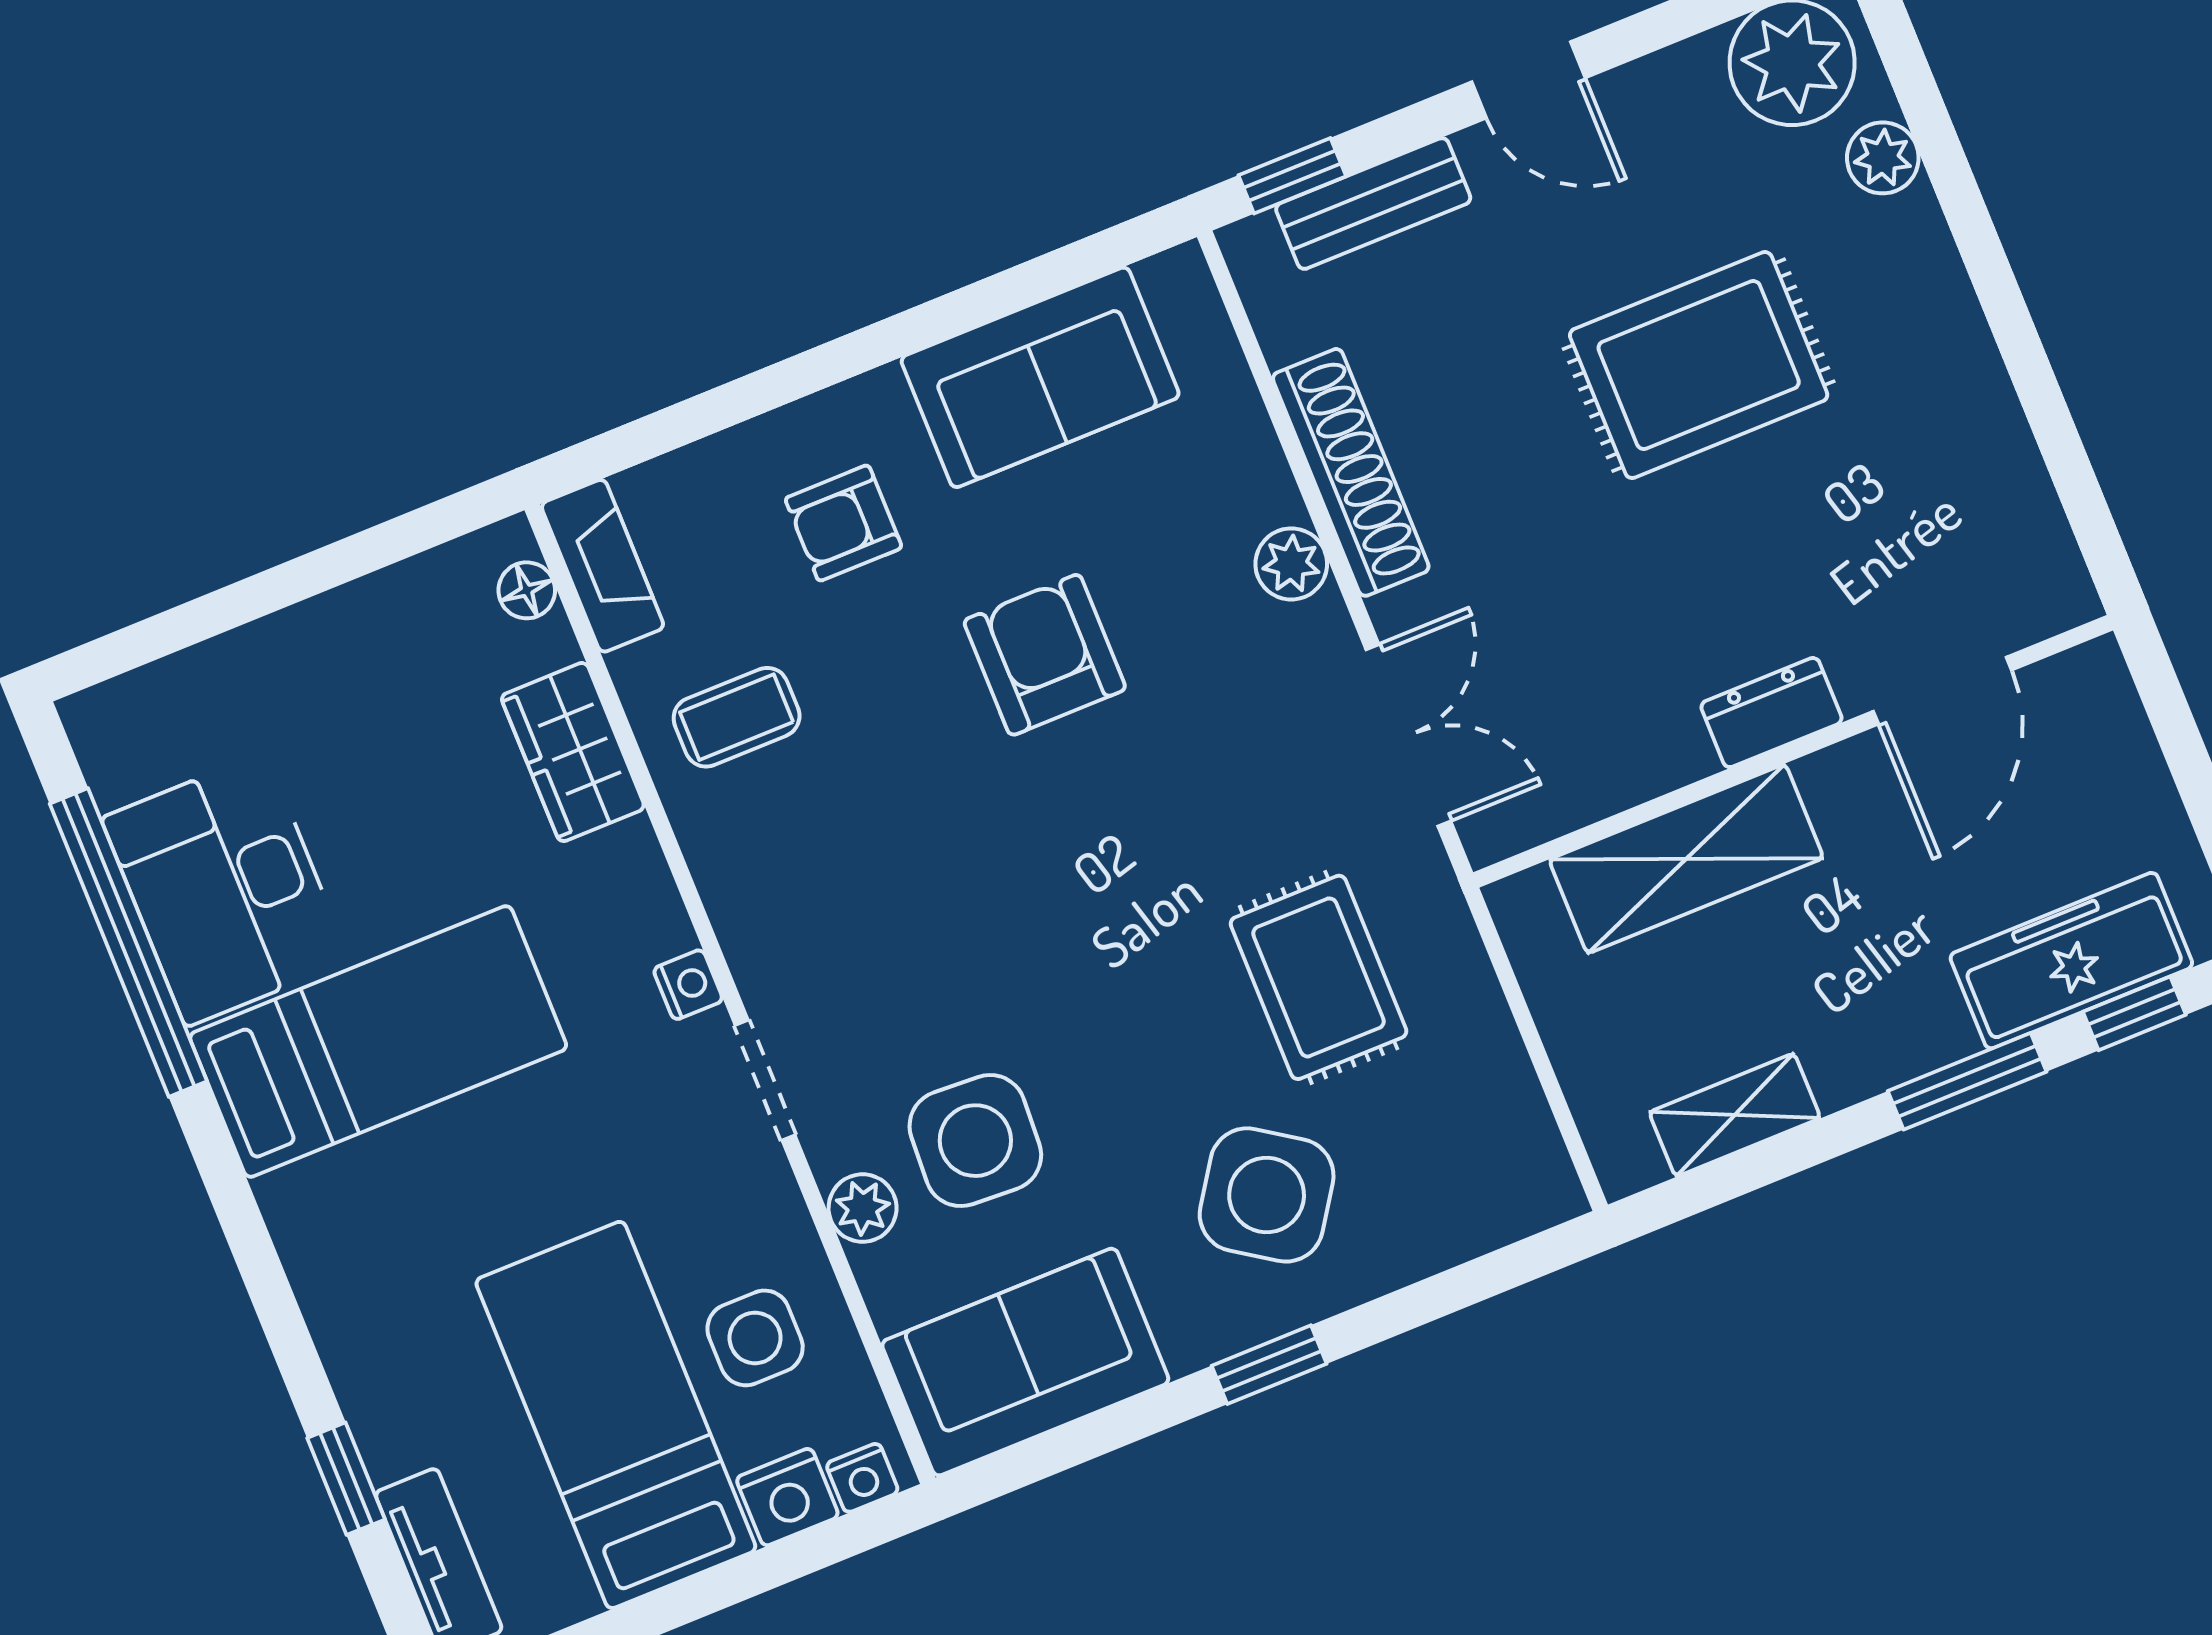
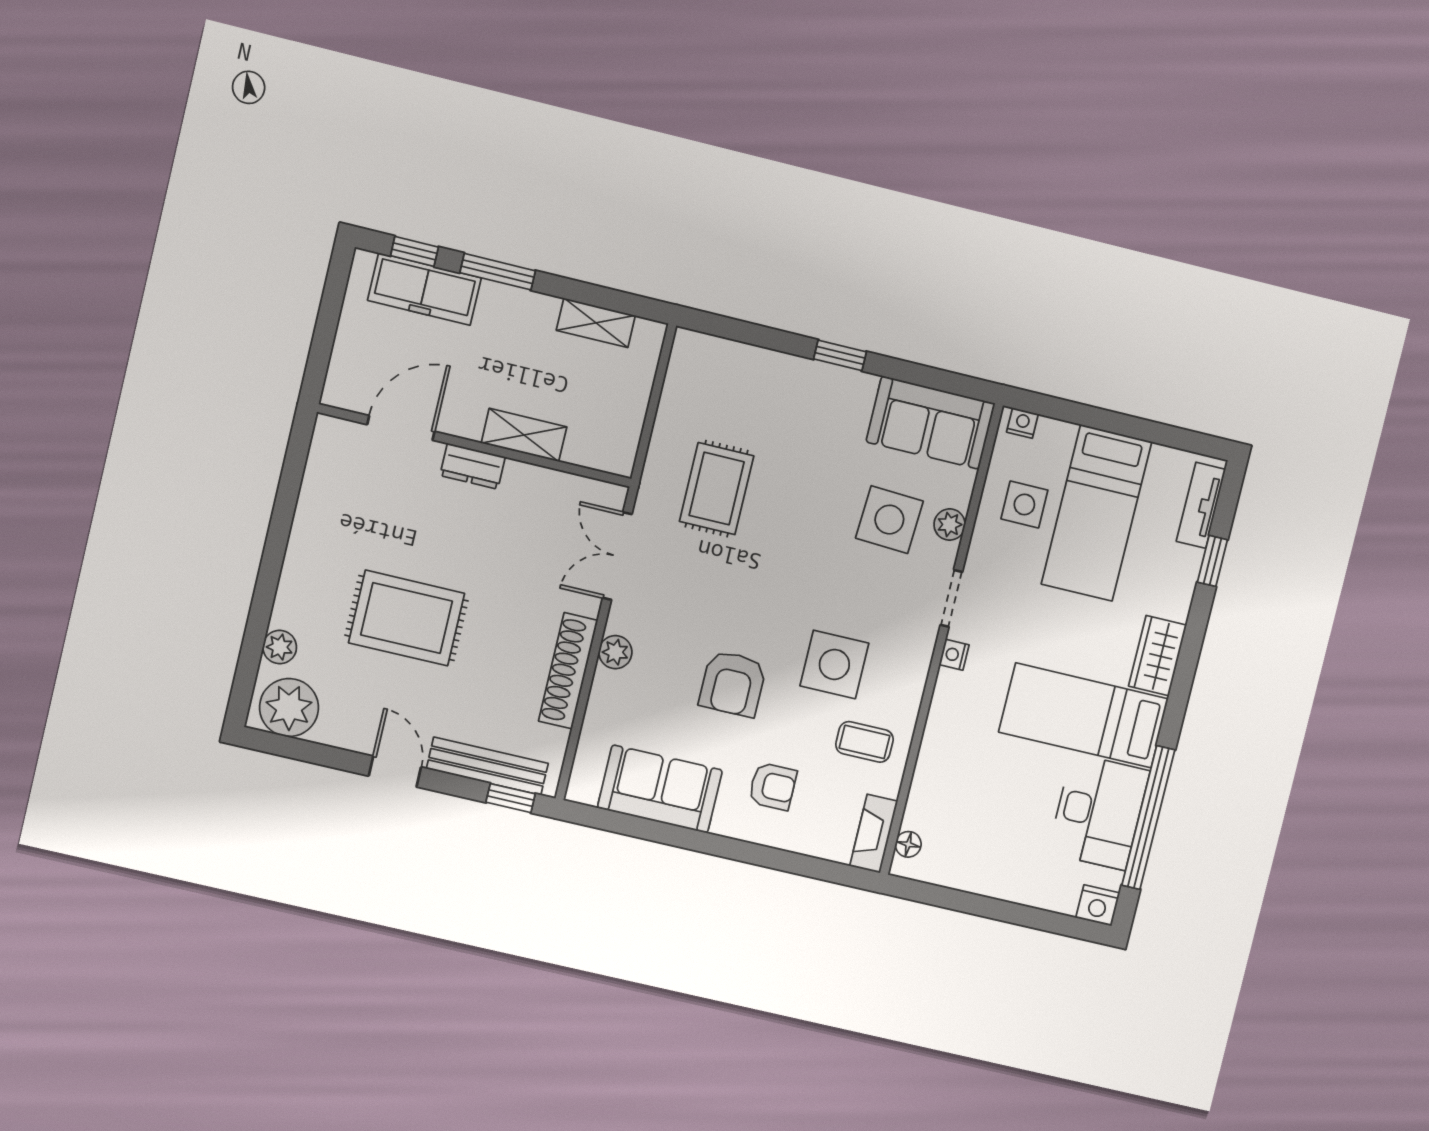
bench: (1373, 204) -> (487, 766), width x1.36
wardrobe: (573, 752) -> (1158, 656), moved, turned 180
shelving: (1686, 859) -> (524, 435), width x0.67, depth x0.75
side table: (1267, 1195) -> (834, 664), moved, turned -34
nightstand: (787, 1497) -> (1098, 905), moved, turned 180

